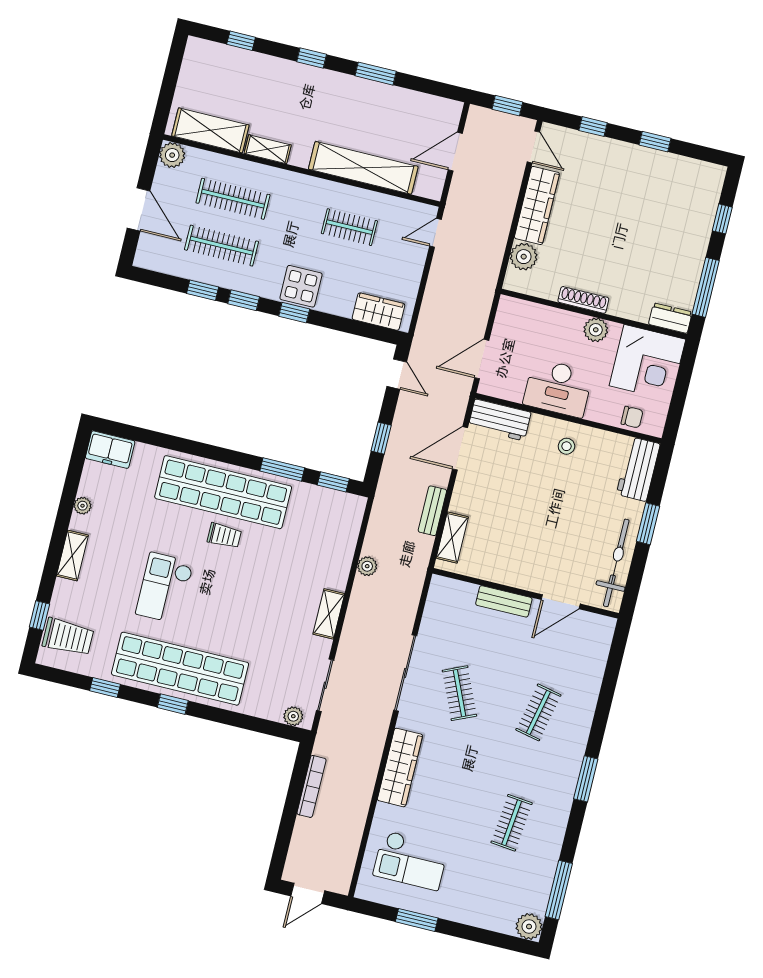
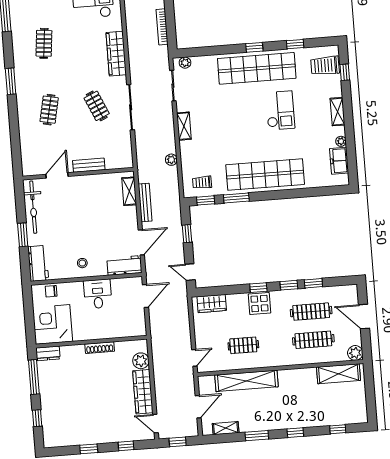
shelving: (268, 149) -> (226, 428), moved
plant: (596, 330) -> (87, 333), removed
desk: (558, 388) -> (98, 294), width x0.73
freezer: (110, 450) -> (339, 161), moved, turned -90
bench: (432, 511) -> (145, 203), width x1.36
trolley: (224, 536) -> (202, 182), moved

